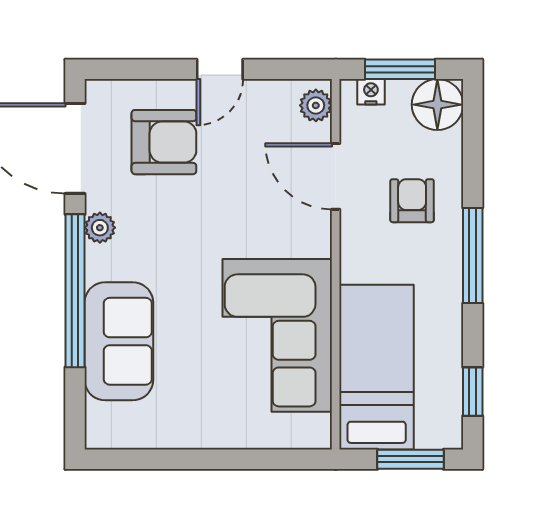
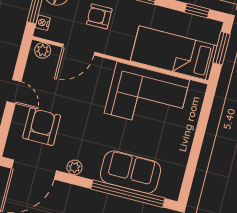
window: (75, 291) -> (128, 194), moved

